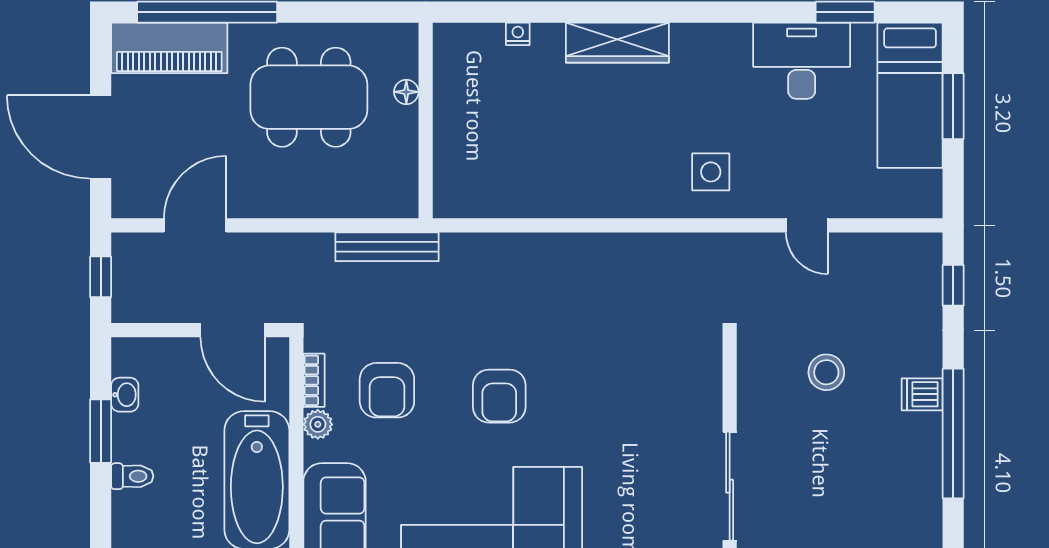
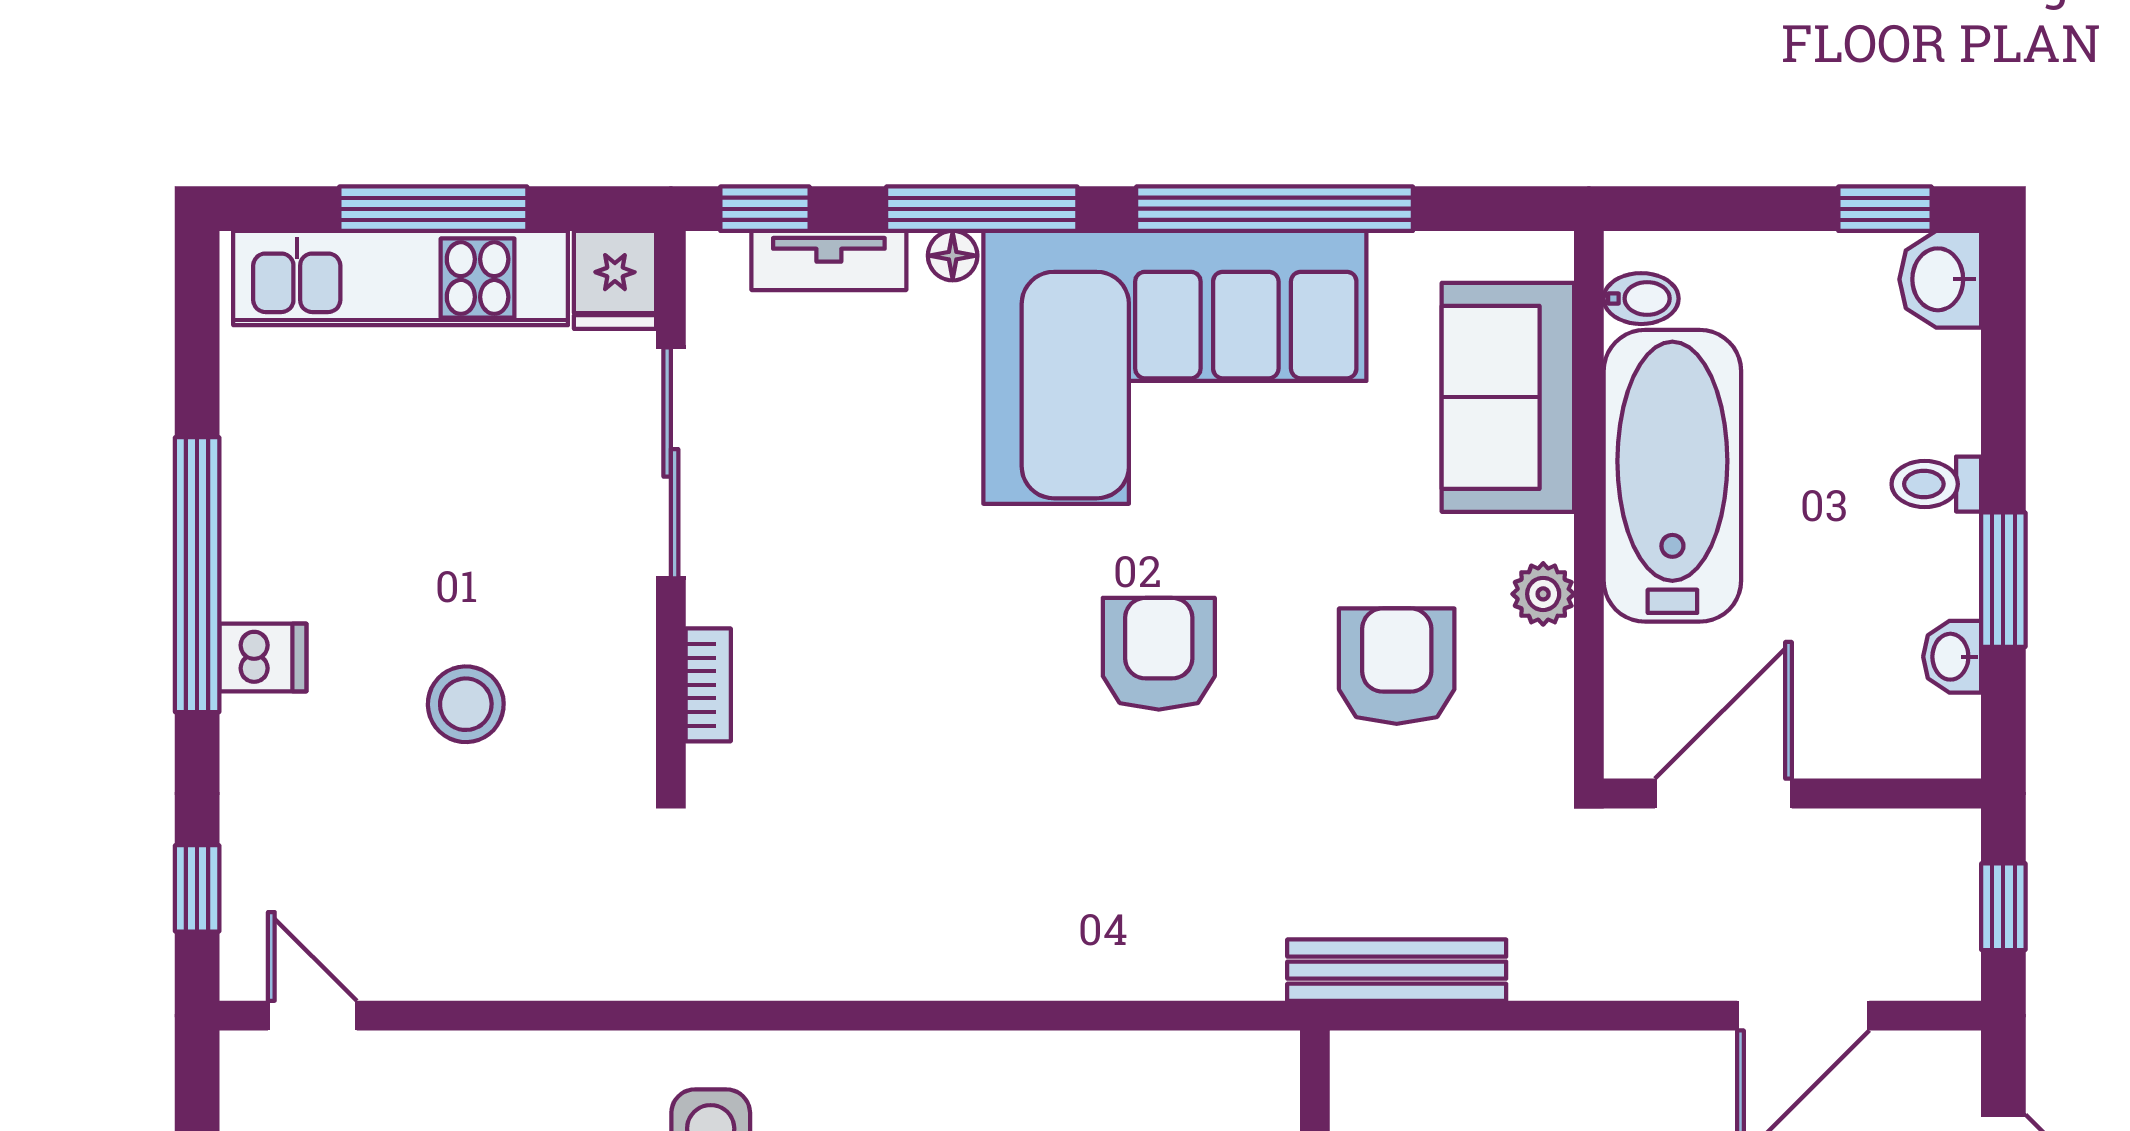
door: (807, 225) -> (312, 1016), moved
door: (233, 330) -> (1723, 794), hinge flipped
bookcase: (314, 380) -> (708, 685), moved, turned 180

